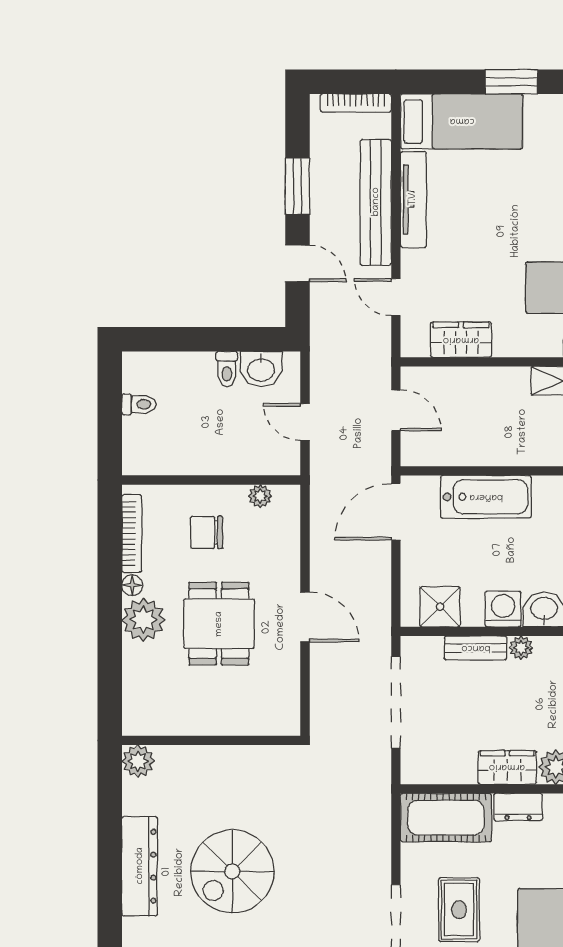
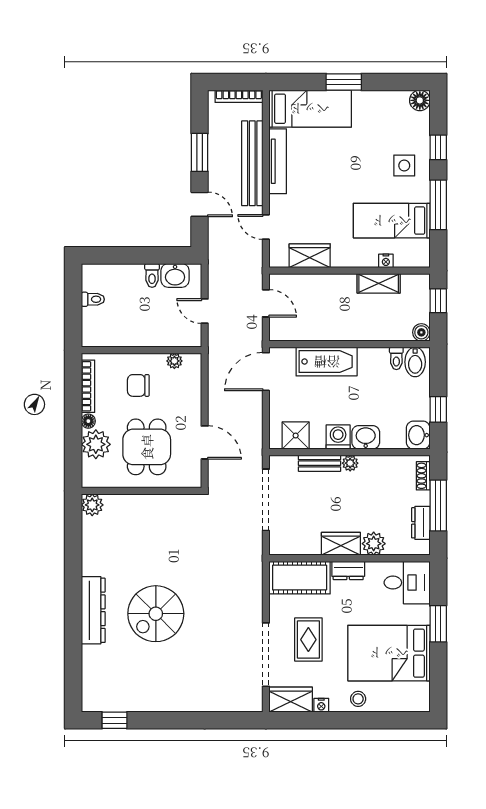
wall: (211, 740) -> (141, 491), moved
plant: (138, 761) -> (92, 505), moved

